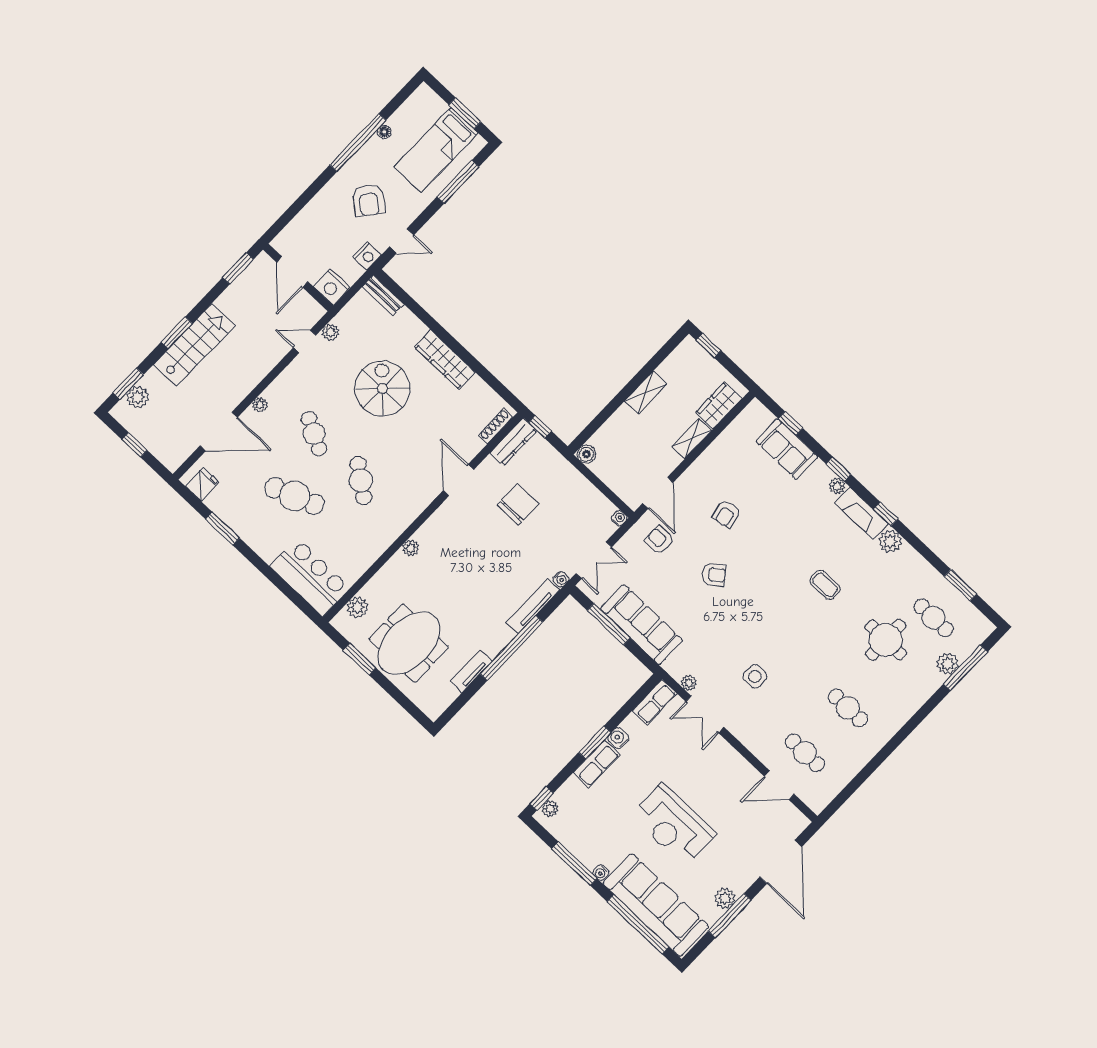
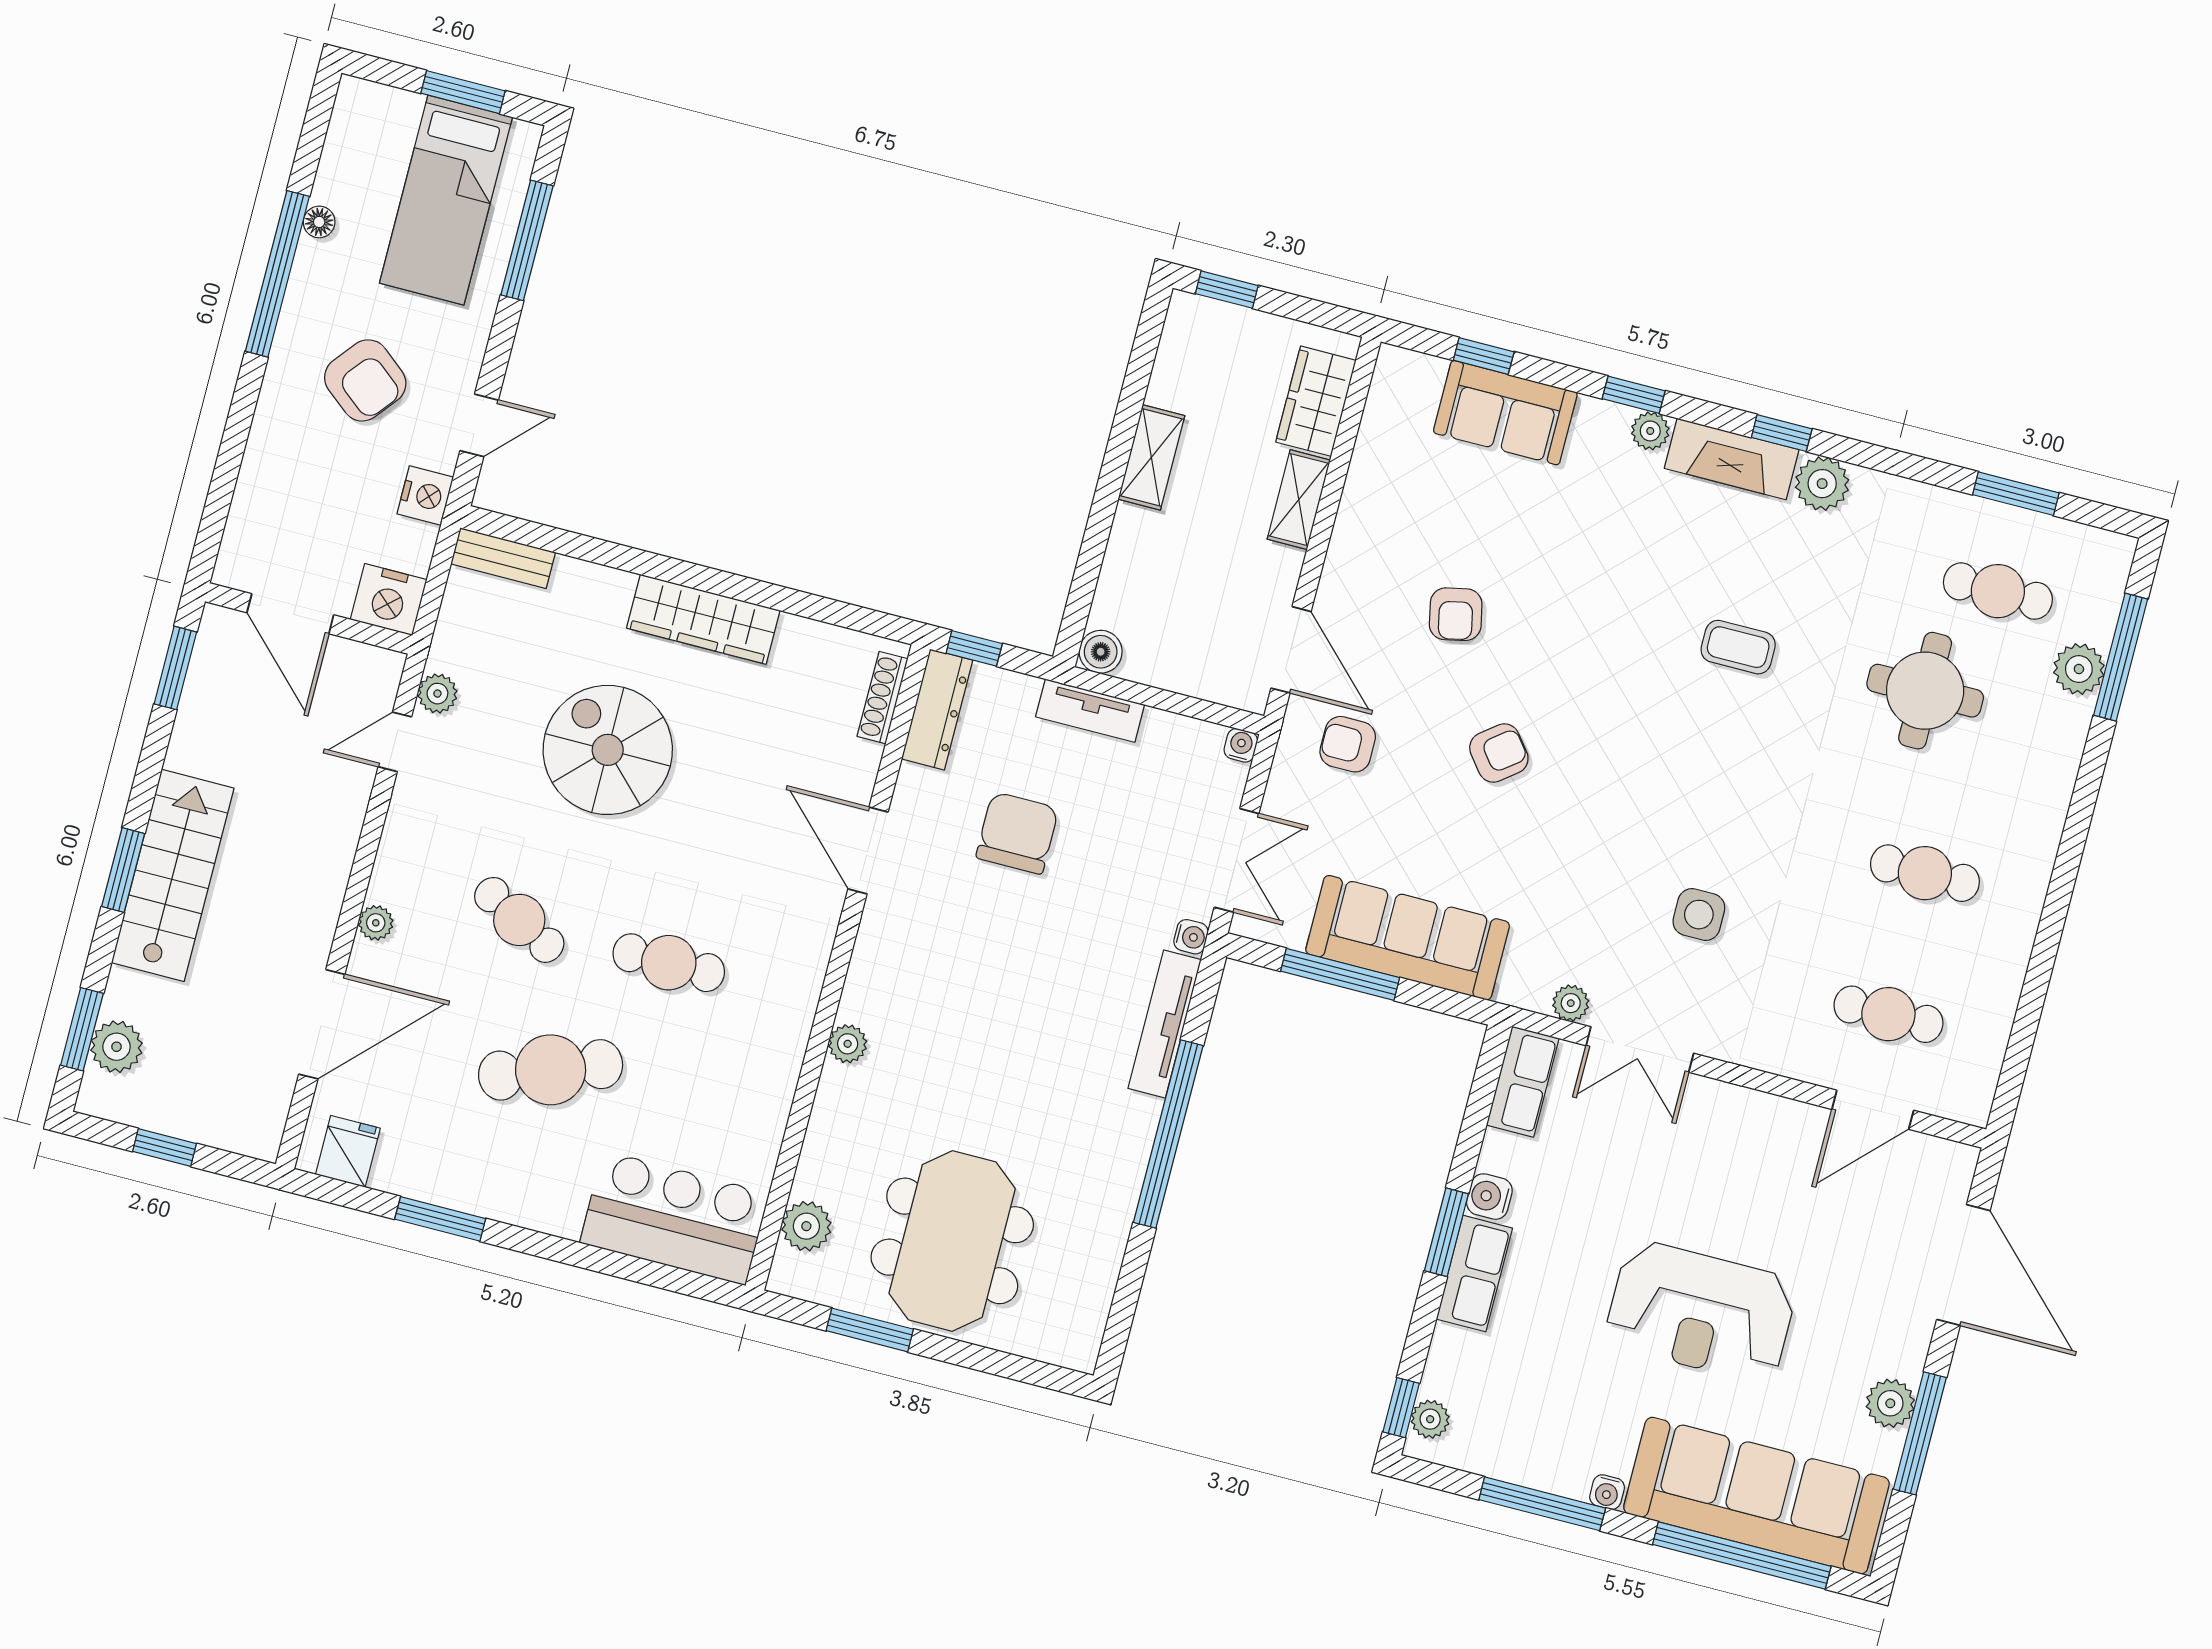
cafe table: (361, 481) -> (669, 963), turned -37
tv unit: (471, 671) -> (1090, 711), moved, turned -90

